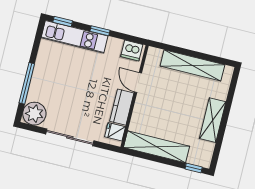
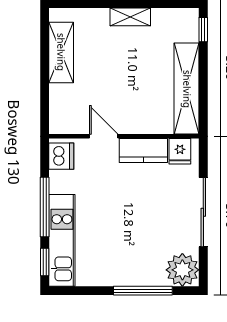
window: (100, 31) -> (45, 207), width x2.17
shelving: (192, 65) -> (61, 52), width x0.68
door: (138, 83) -> (104, 136), swing flipped
shelving: (213, 120) -> (130, 17), width x0.67, depth x0.75

